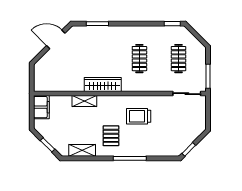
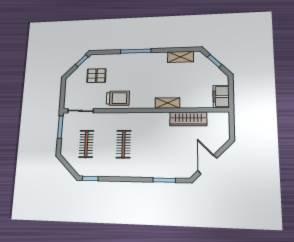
door: (56, 39) -> (207, 164), swing flipped
wardrobe: (103, 85) -> (188, 119), moved
shelving: (84, 101) -> (167, 103), moved
trolley: (139, 116) -> (118, 98), moved
pallet: (111, 136) -> (96, 76), moved, turned 90

